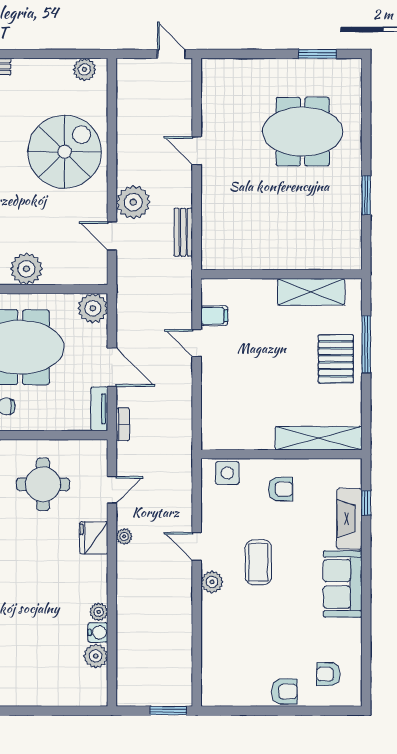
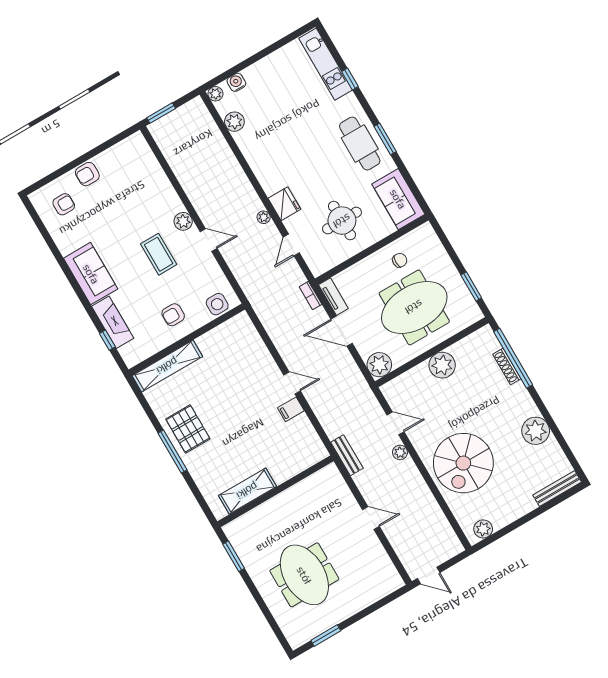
meeting table: (303, 132) -> (304, 575), turned 90
plant: (133, 202) -> (400, 452), width x0.53, depth x0.53
wall: (281, 274) -> (276, 491), moved
shelving: (311, 292) -> (247, 491), moved
plant: (99, 612) -> (215, 94), moved
water cooler: (98, 632) -> (236, 82), moved, turned 90

